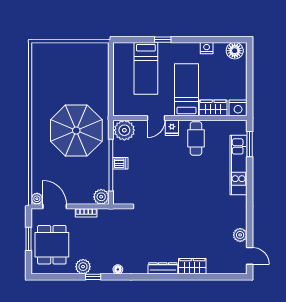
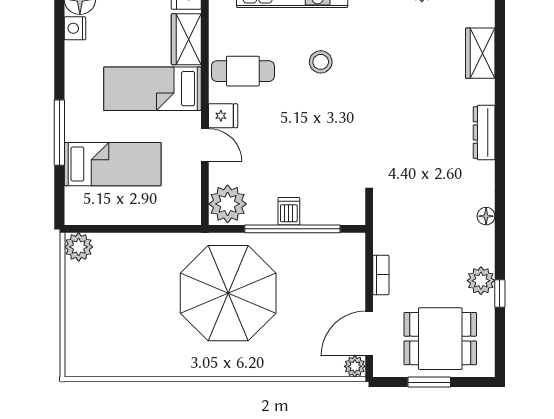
window: (163, 40) -> (59, 133), width x2.17
nightstand: (207, 48) -> (75, 28), moved
stool: (201, 180) -> (321, 62), added
plant: (101, 197) -> (79, 247), moved
wardrobe: (192, 266) -> (480, 53), moved
window: (93, 277) -> (500, 293), moved

